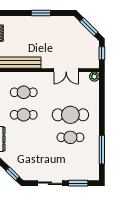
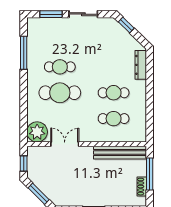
plant: (94, 77) -> (37, 132), width x1.87, depth x1.87

